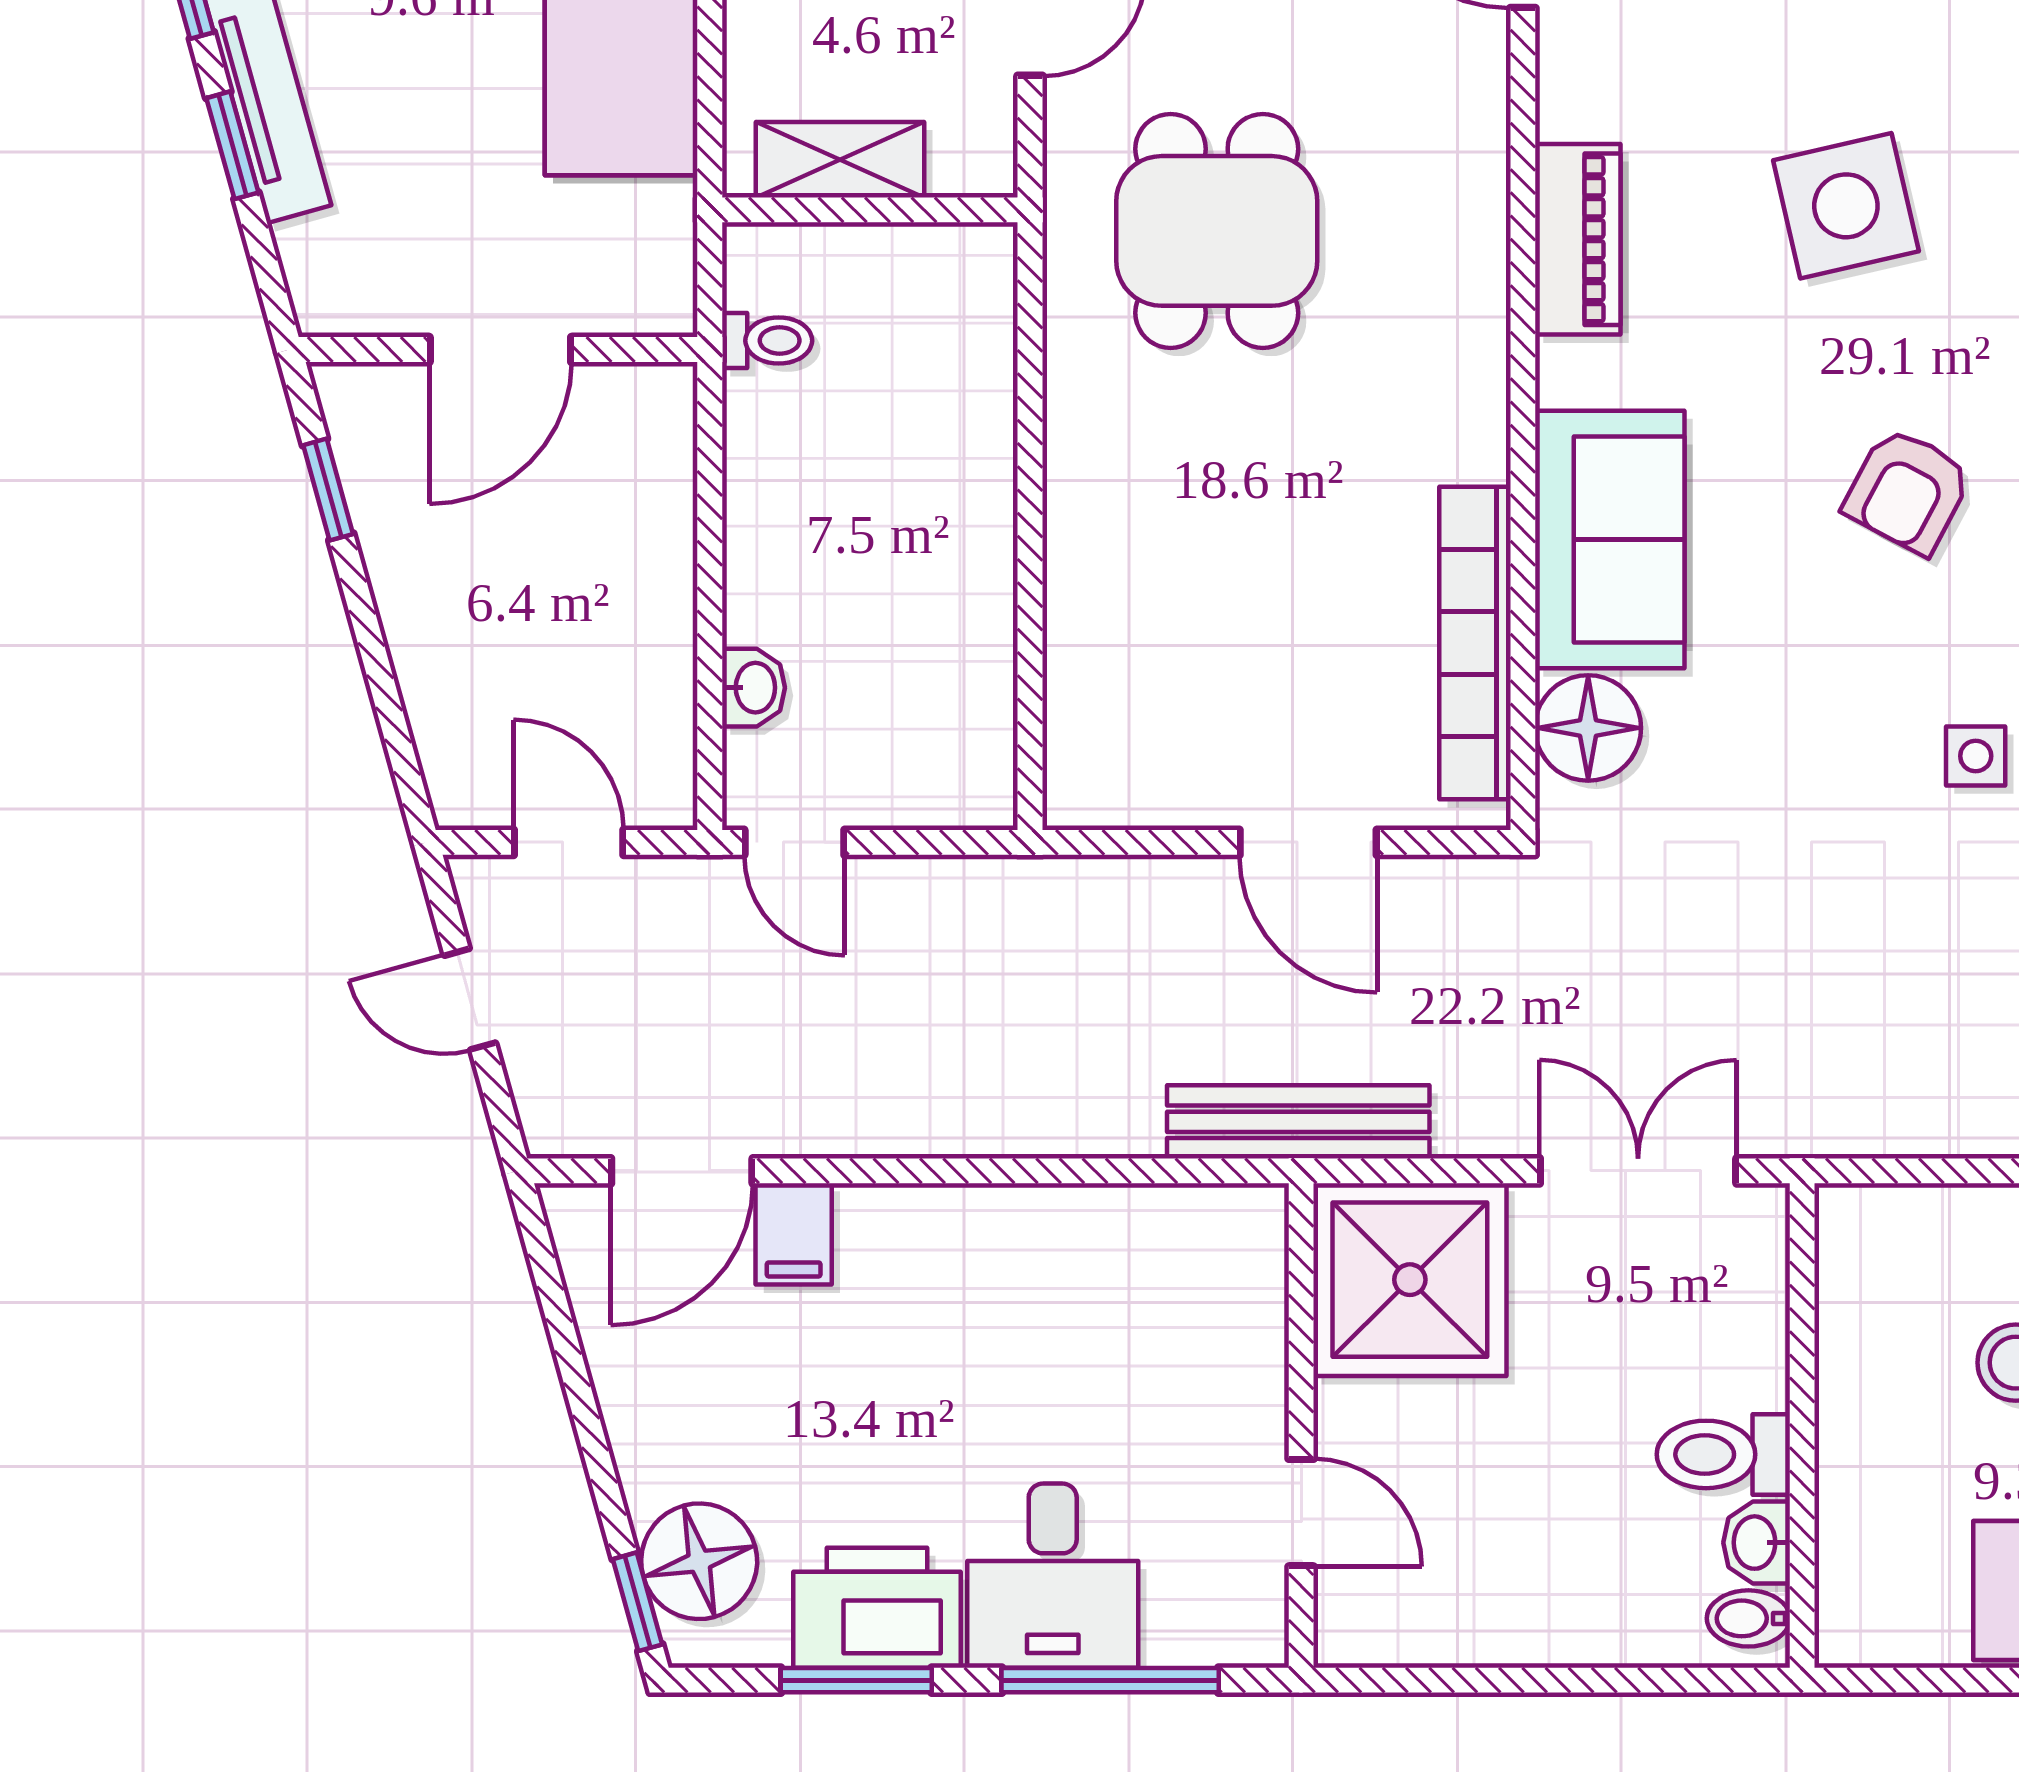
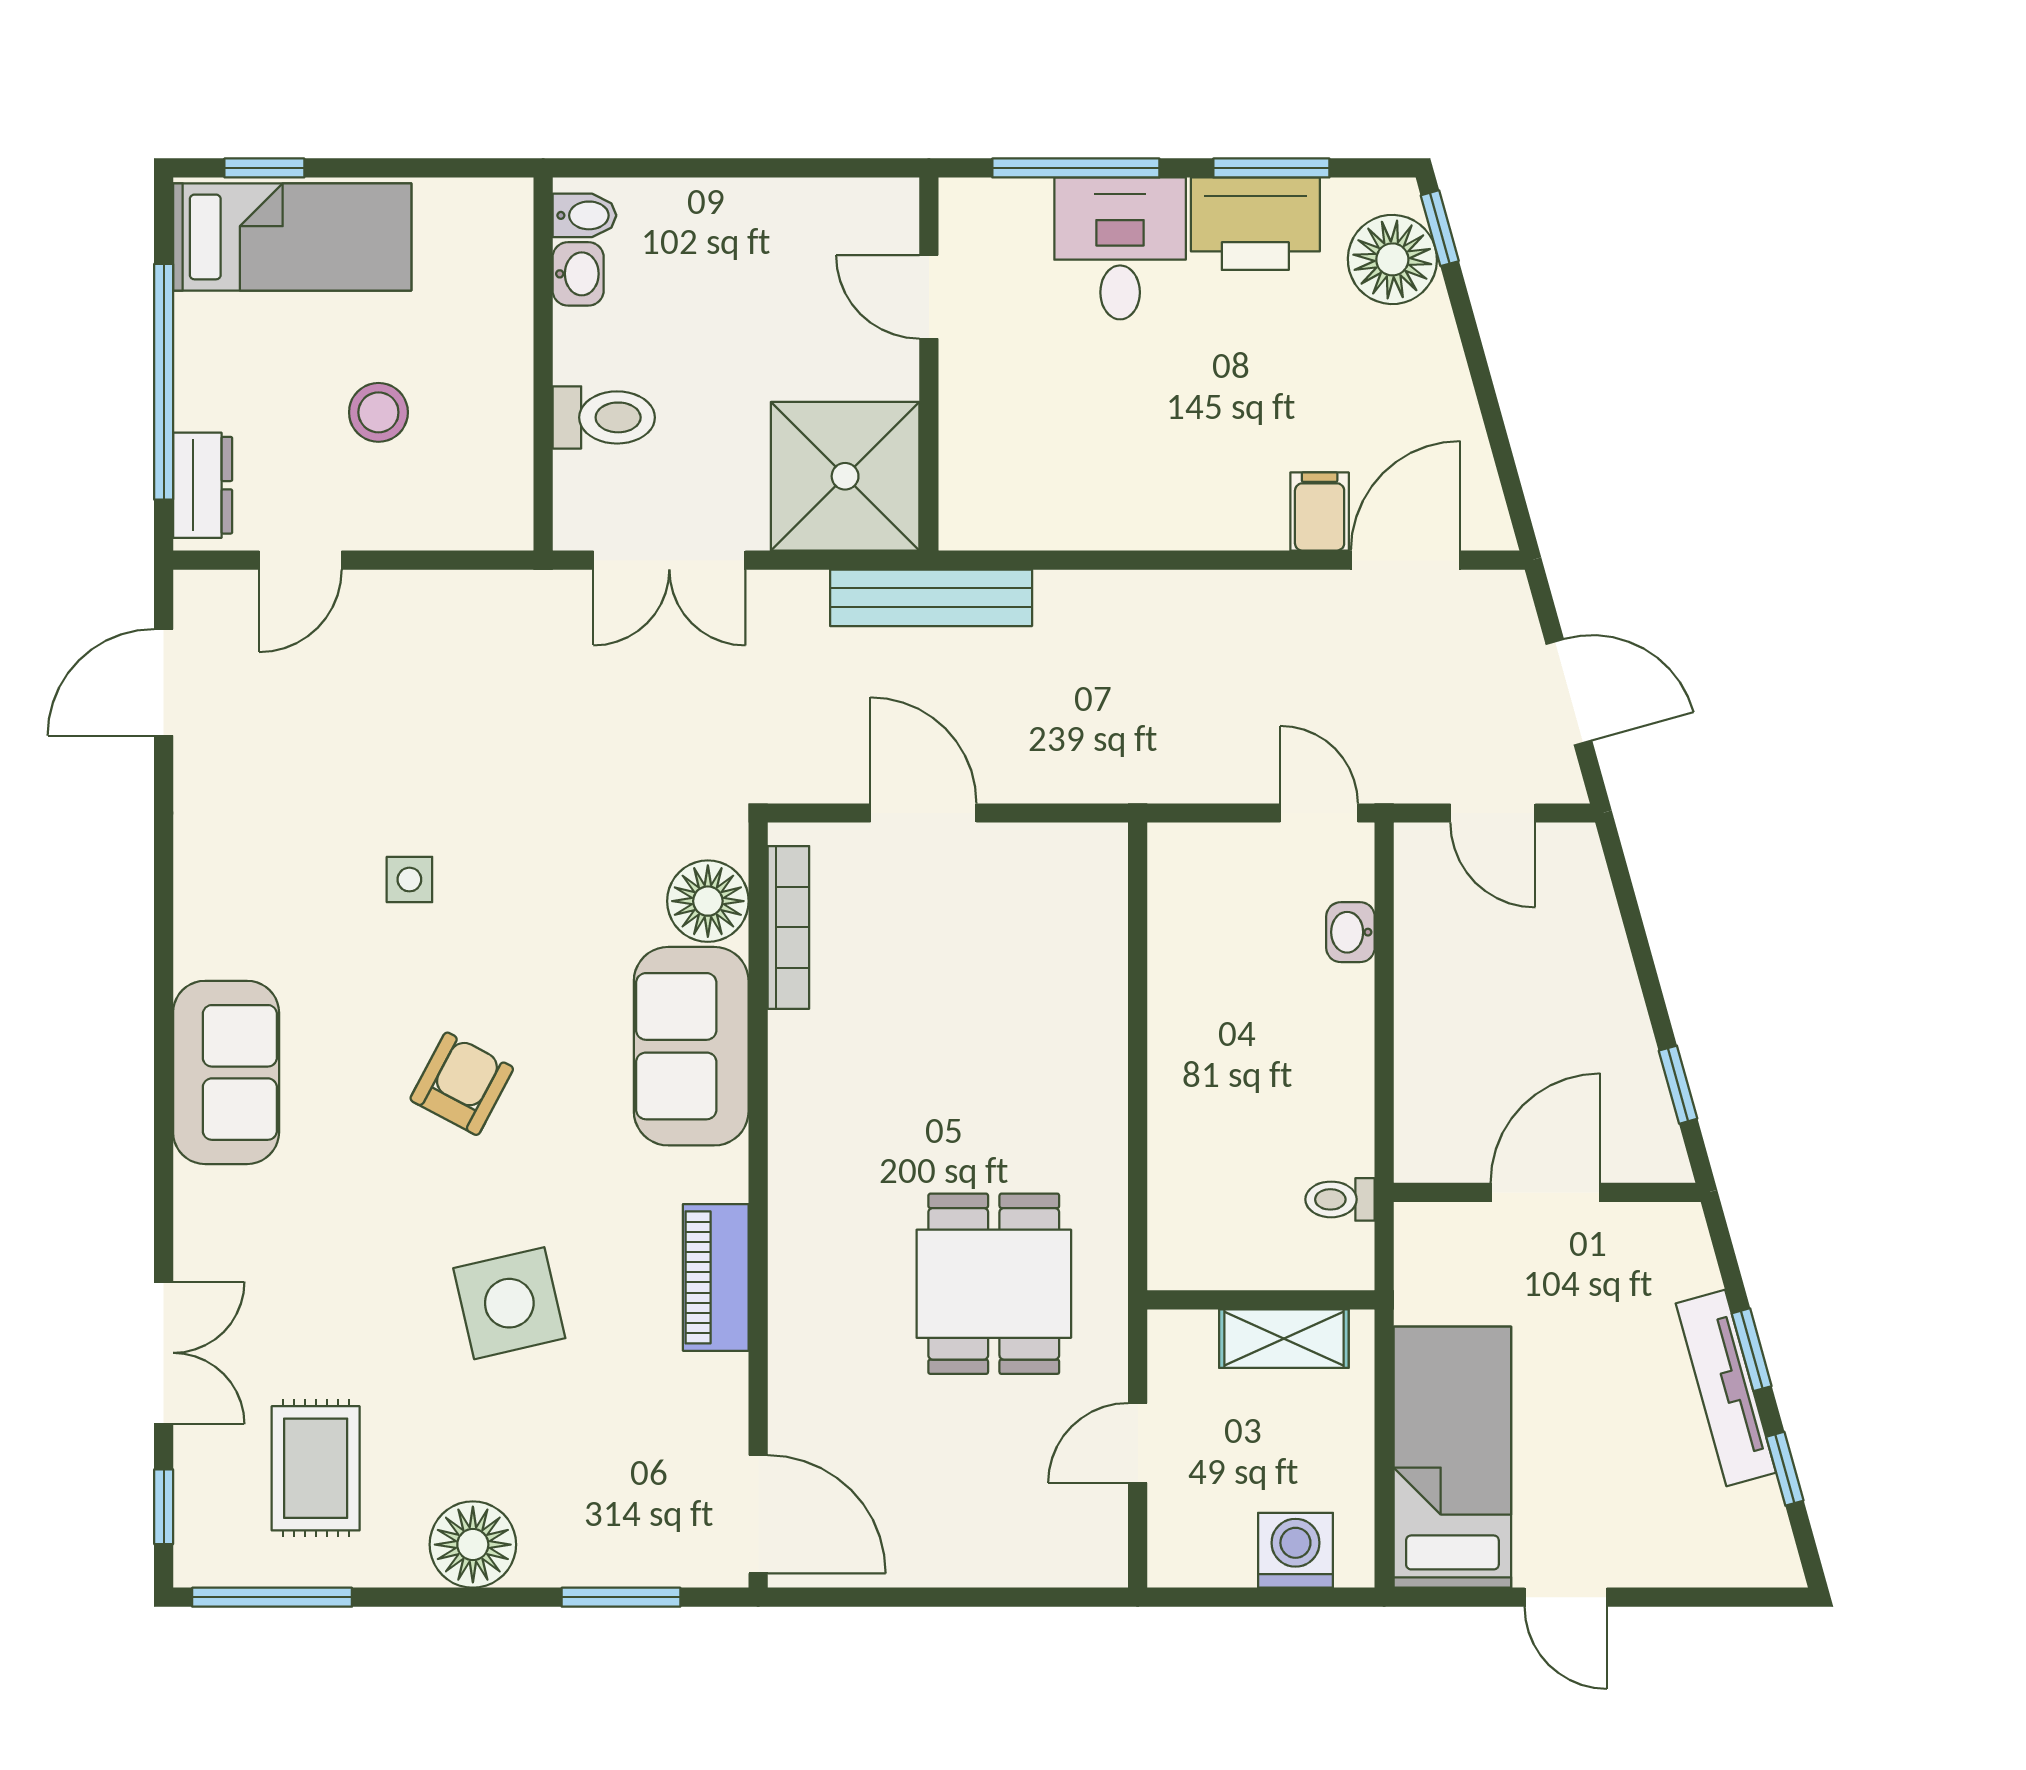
bookcase: (1475, 643) -> (788, 927), width x0.68, depth x0.76
door: (470, 999) -> (1569, 692), width x1.38
toilet: (1723, 1454) -> (604, 417), moved

